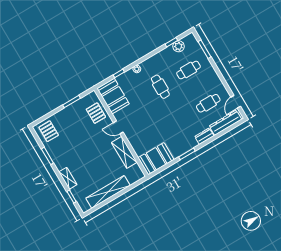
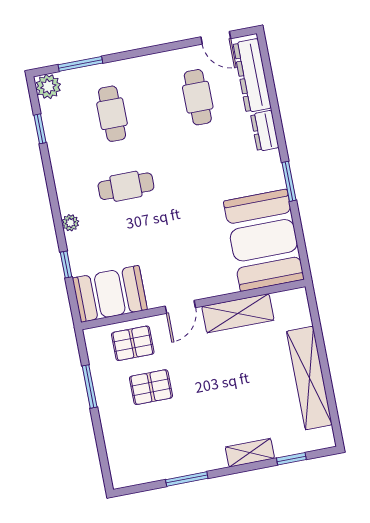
plant: (179, 46) -> (48, 86), moved
pallet: (49, 131) -> (151, 387), moved
booth: (156, 159) -> (264, 240), width x1.36, depth x1.42

